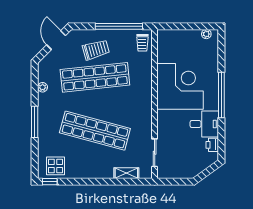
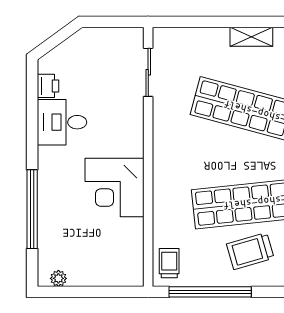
corner desk: (180, 86) -> (115, 188), width x0.74, depth x0.74
window: (221, 95) -> (32, 209), moved
shelving: (126, 173) -> (251, 37), moved

